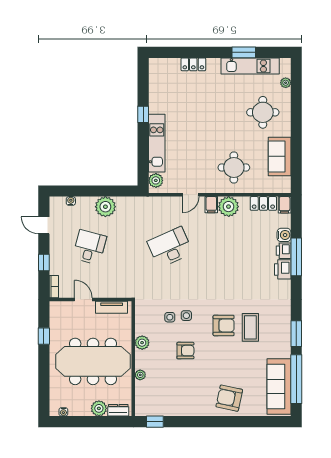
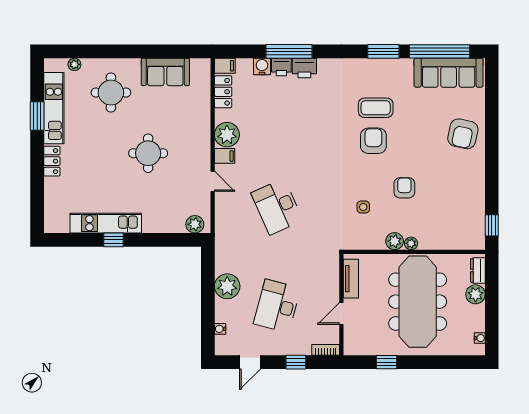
locker: (193, 64) -> (52, 161), moved
kitchen unit: (157, 143) -> (106, 223), moved
round table: (234, 167) -> (148, 153), moved
desk: (89, 247) -> (277, 306), width x1.37
side table: (186, 316) -> (361, 187), removed
plant: (140, 375) -> (411, 243), moved

